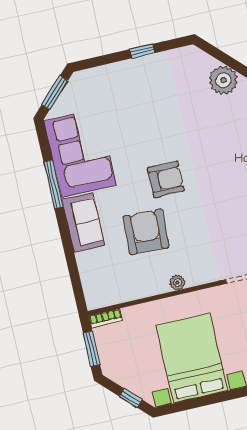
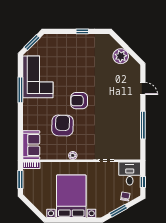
armchair: (166, 179) -> (79, 101), turned 180
sofa: (83, 222) -> (31, 145), moved
window: (131, 398) -> (35, 210), removed

